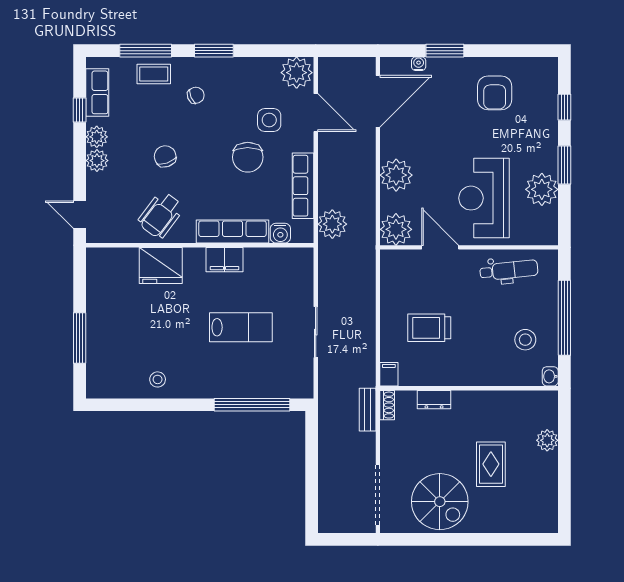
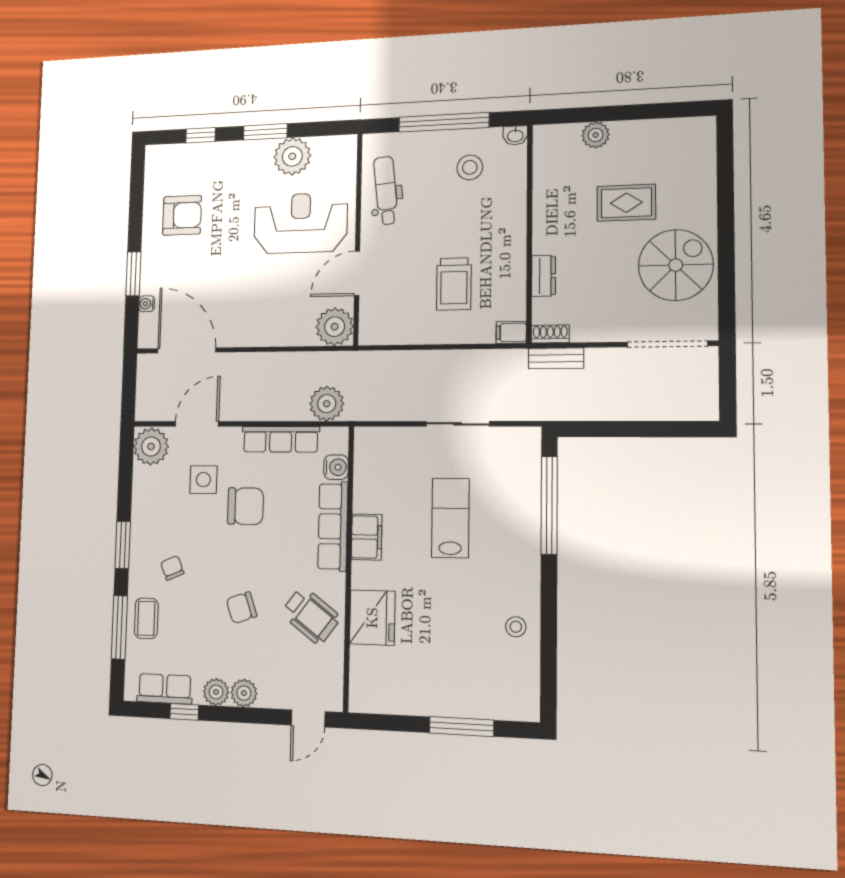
plant: (396, 175) -> (271, 328), removed
reception desk: (484, 198) -> (301, 223), turned 180

